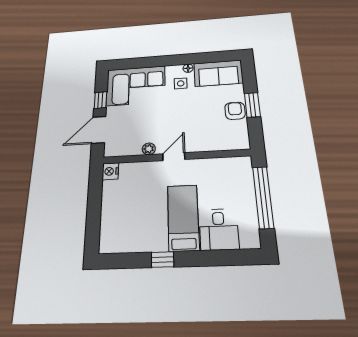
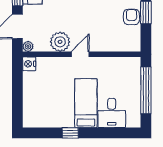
plant: (149, 149) -> (60, 42), width x1.88, depth x1.88
plant: (110, 151) -> (28, 46), added

